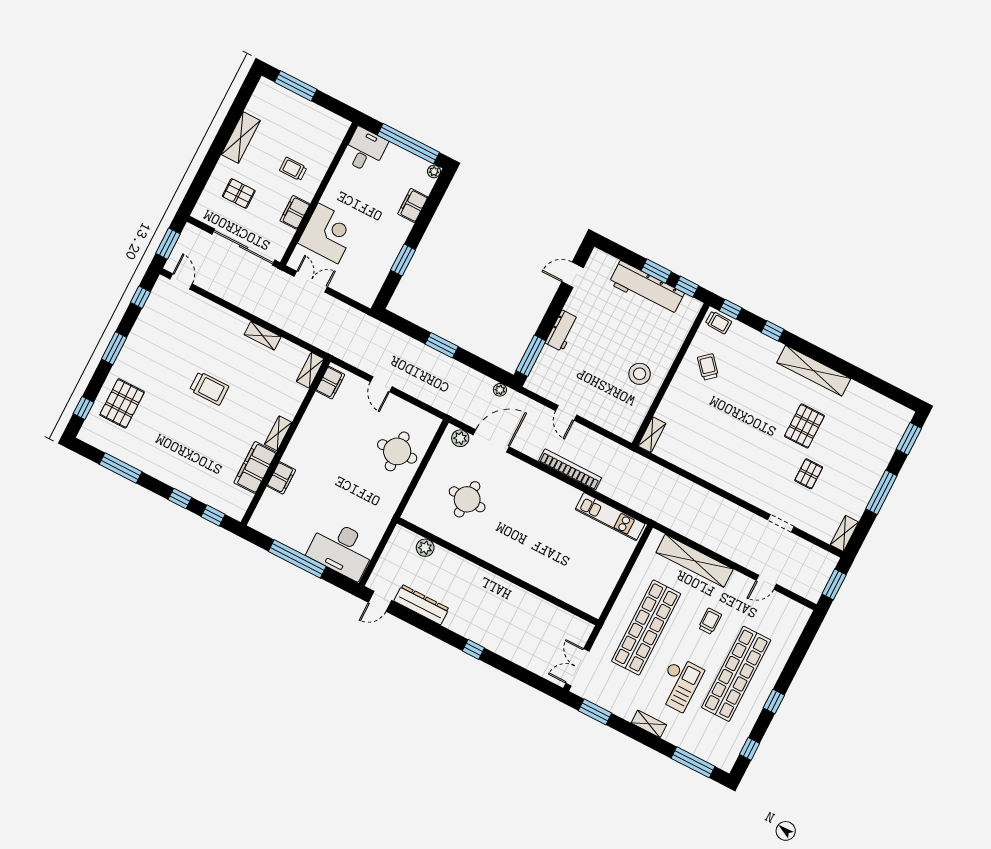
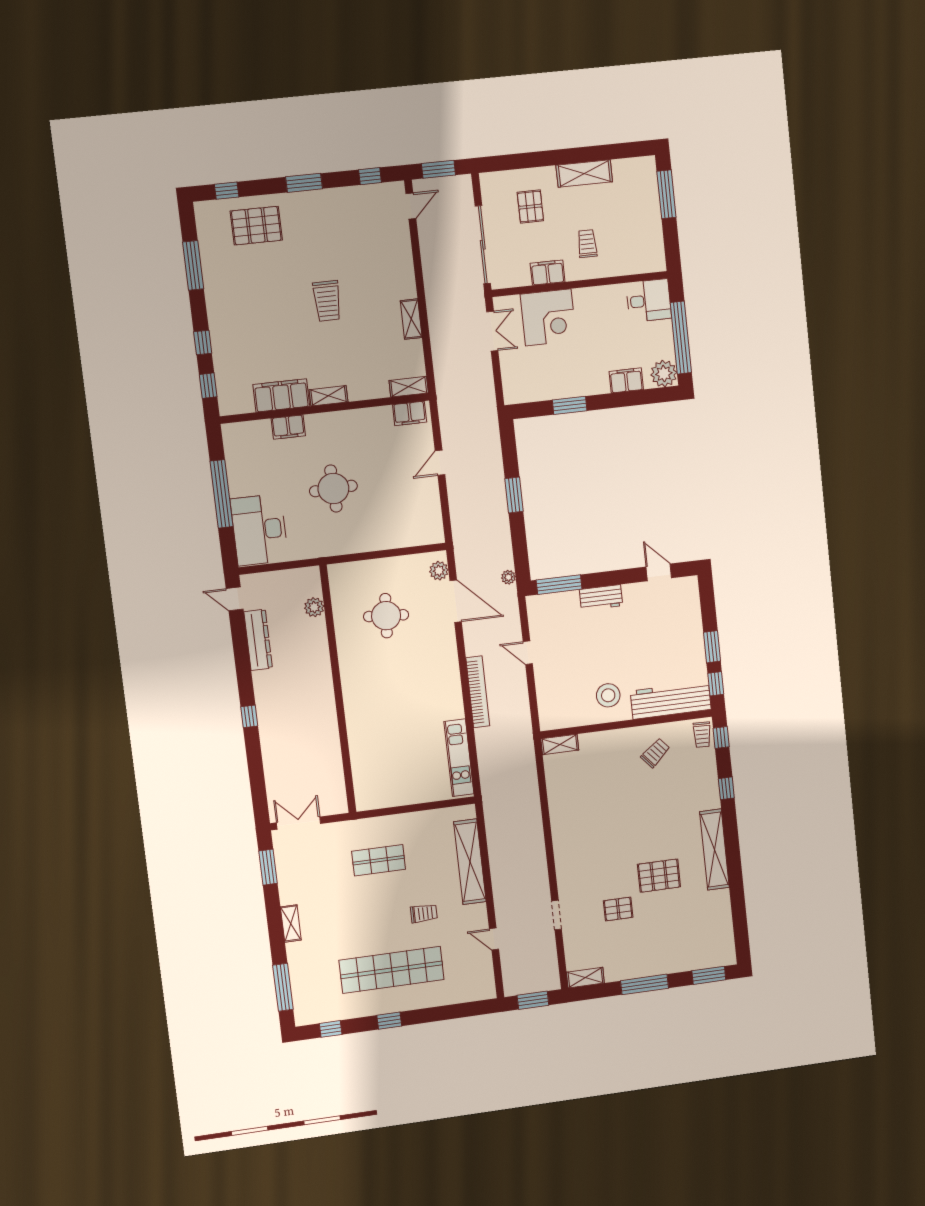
plant: (434, 171) -> (664, 374), width x1.88, depth x1.88
workbench: (647, 288) -> (671, 700), moved, turned 90
door: (566, 413) -> (528, 653), hinge flipped
round table: (397, 451) -> (333, 489), moved
shop shelf: (646, 627) -> (379, 860), width x0.50, depth x0.74
checkout: (679, 684) -> (347, 925), removed

